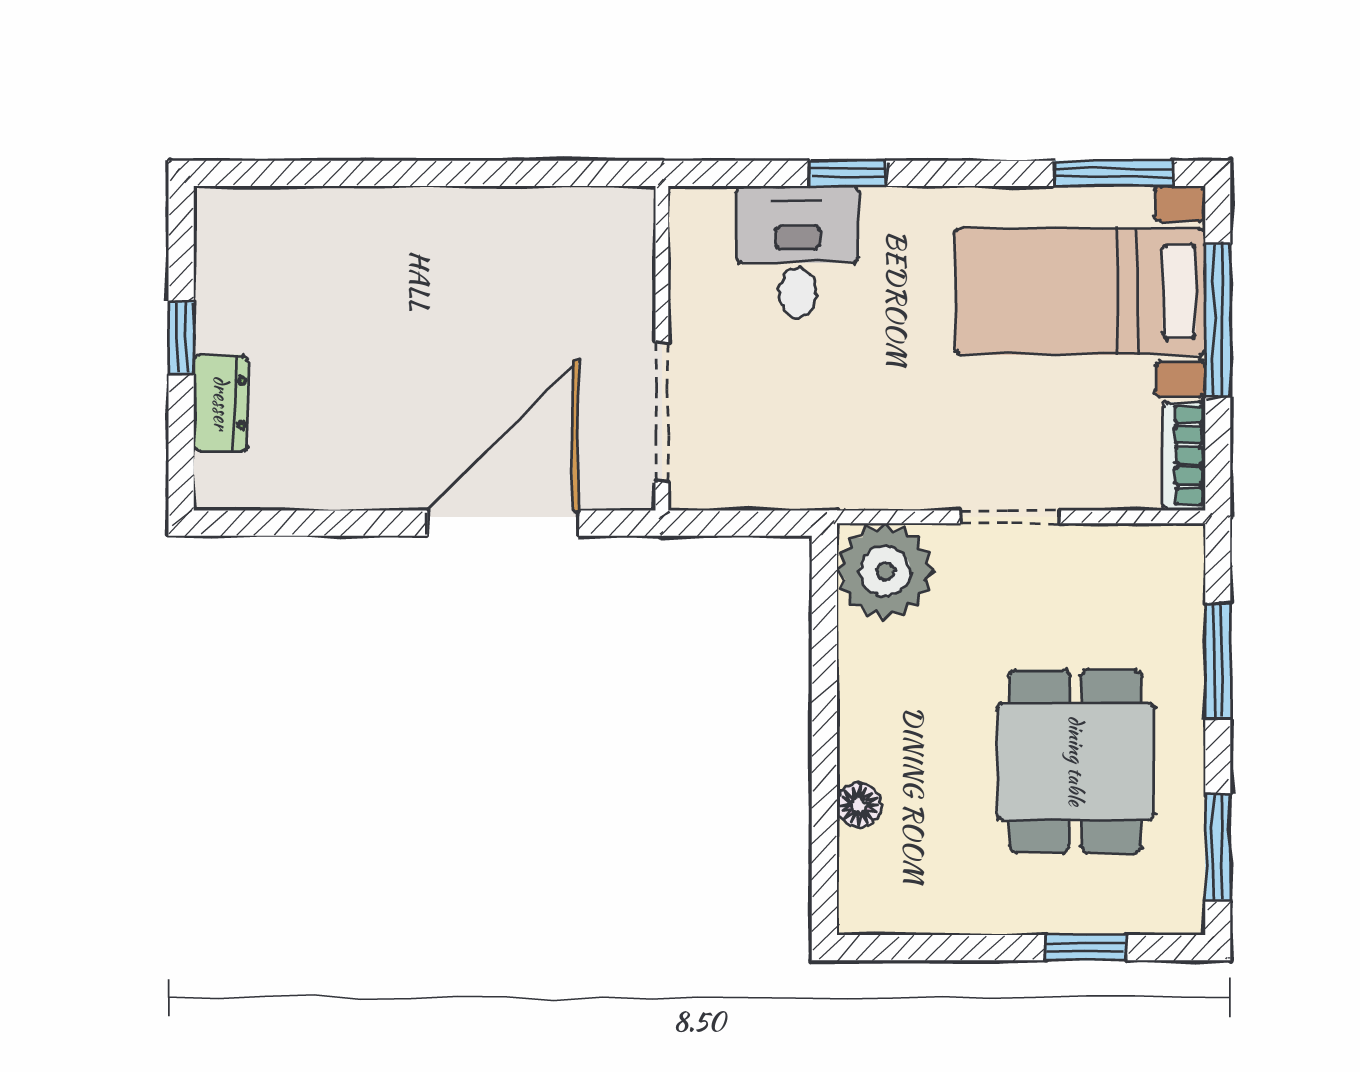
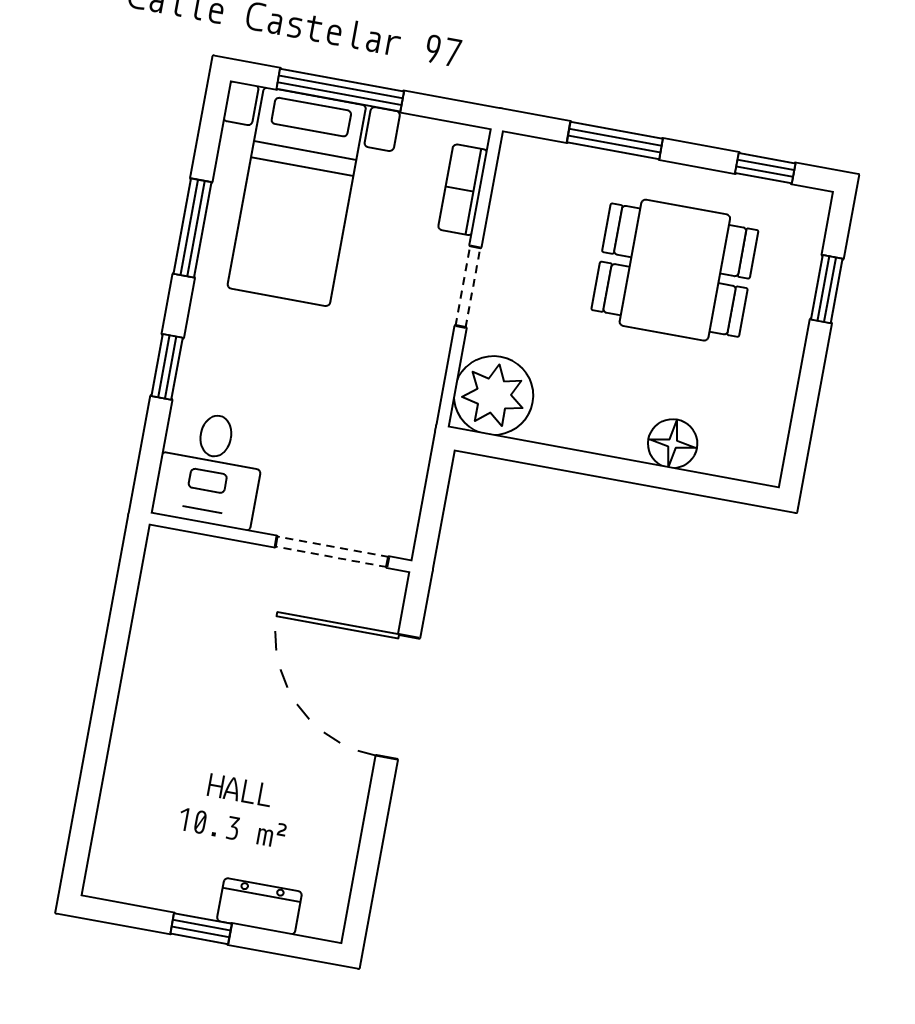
window: (1114, 173) -> (193, 228), moved
desk: (798, 252) -> (210, 469), moved, turned -90
bookcase: (1184, 455) -> (463, 190), moved, turned 90
floor lamp: (859, 805) -> (673, 444), width x1.37, depth x1.37
window: (1218, 847) -> (765, 168), width x0.67

